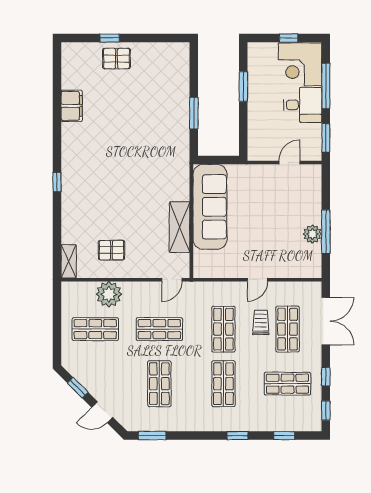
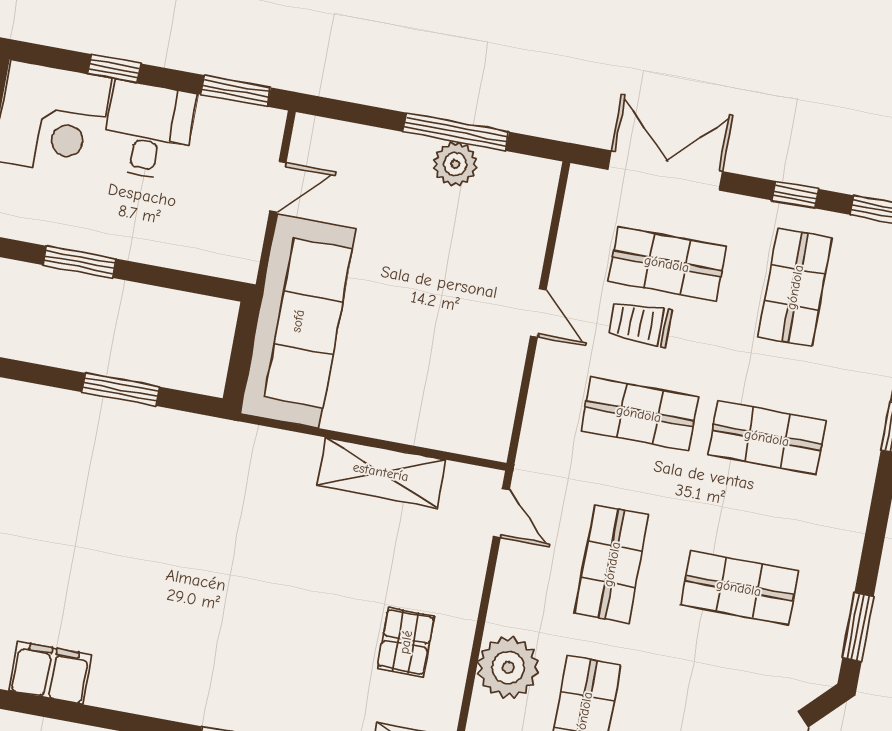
window: (326, 86) -> (114, 68), width x0.46
door: (289, 163) -> (278, 187), swing flipped
sofa: (210, 207) -> (298, 321), moved, turned 90

